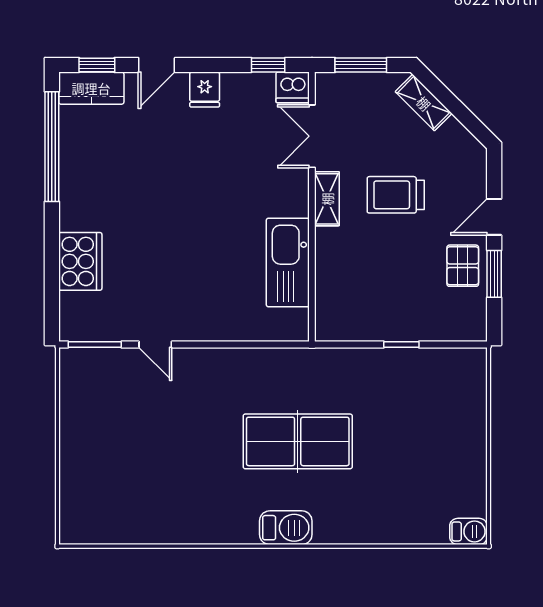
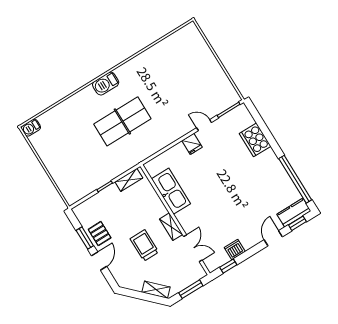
dishwasher: (293, 87) -> (235, 250), moved
fridge: (205, 90) -> (192, 144), moved, turned 180
trolley: (396, 195) -> (144, 245), turned -90
shelving: (351, 329) -> (129, 180), added

